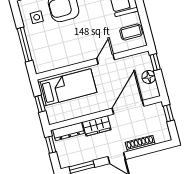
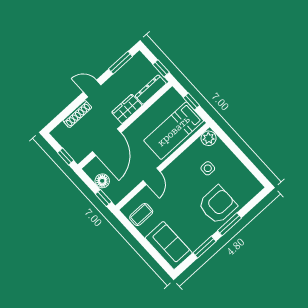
side table: (37, 17) -> (208, 168), moved
window: (25, 44) -> (235, 150), removed
plant: (42, 66) -> (209, 138), added

